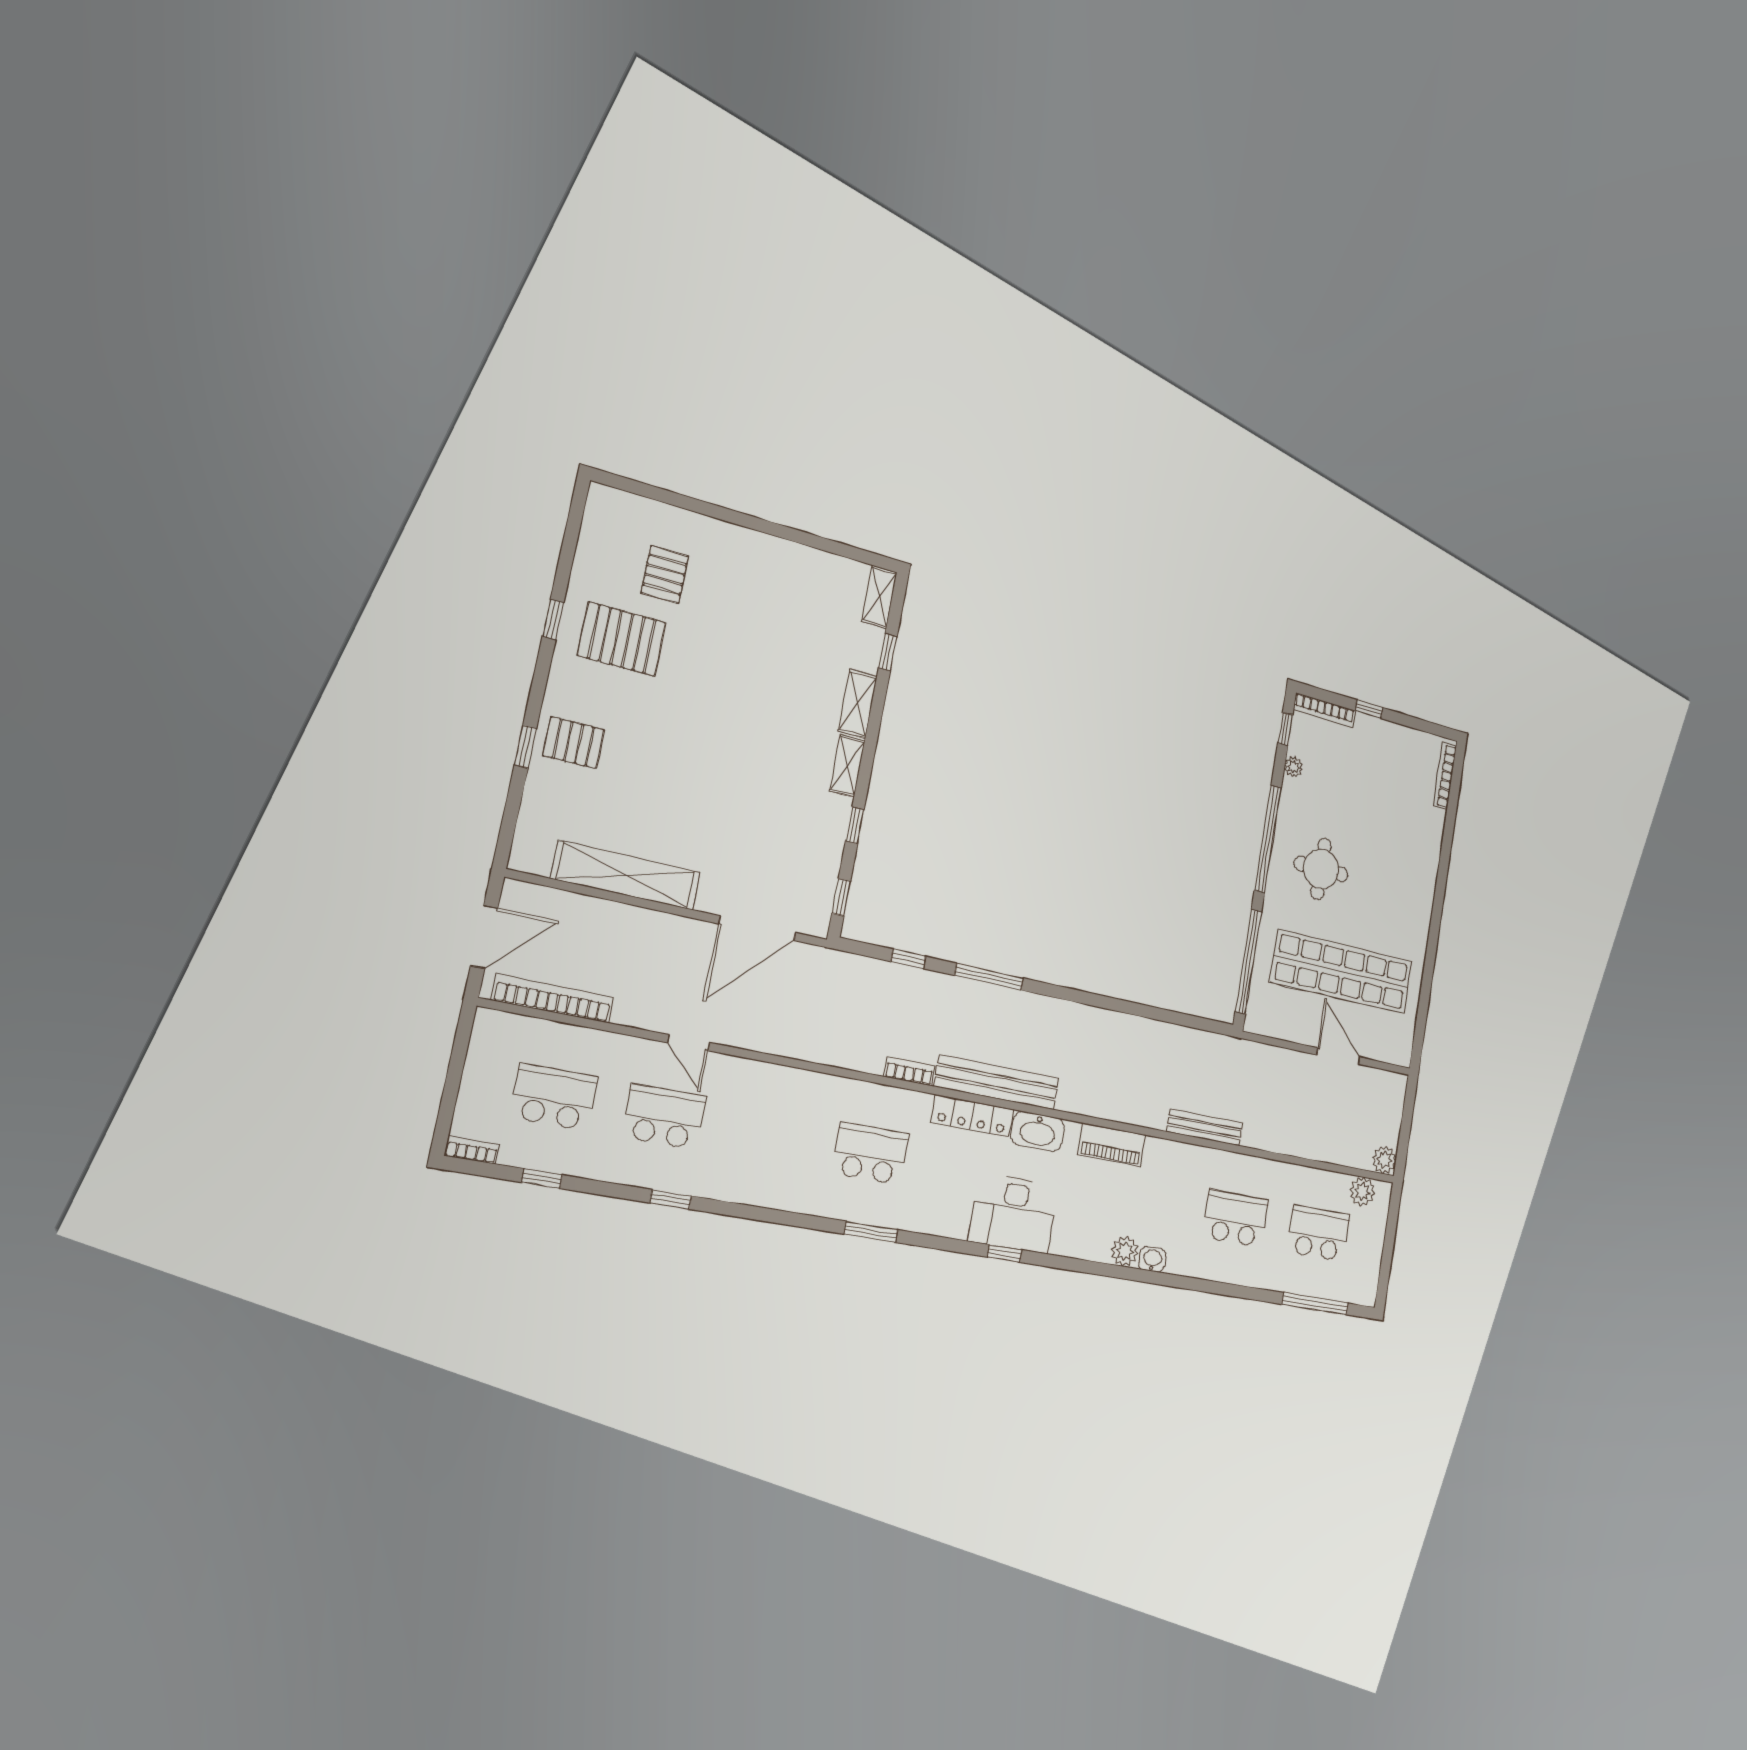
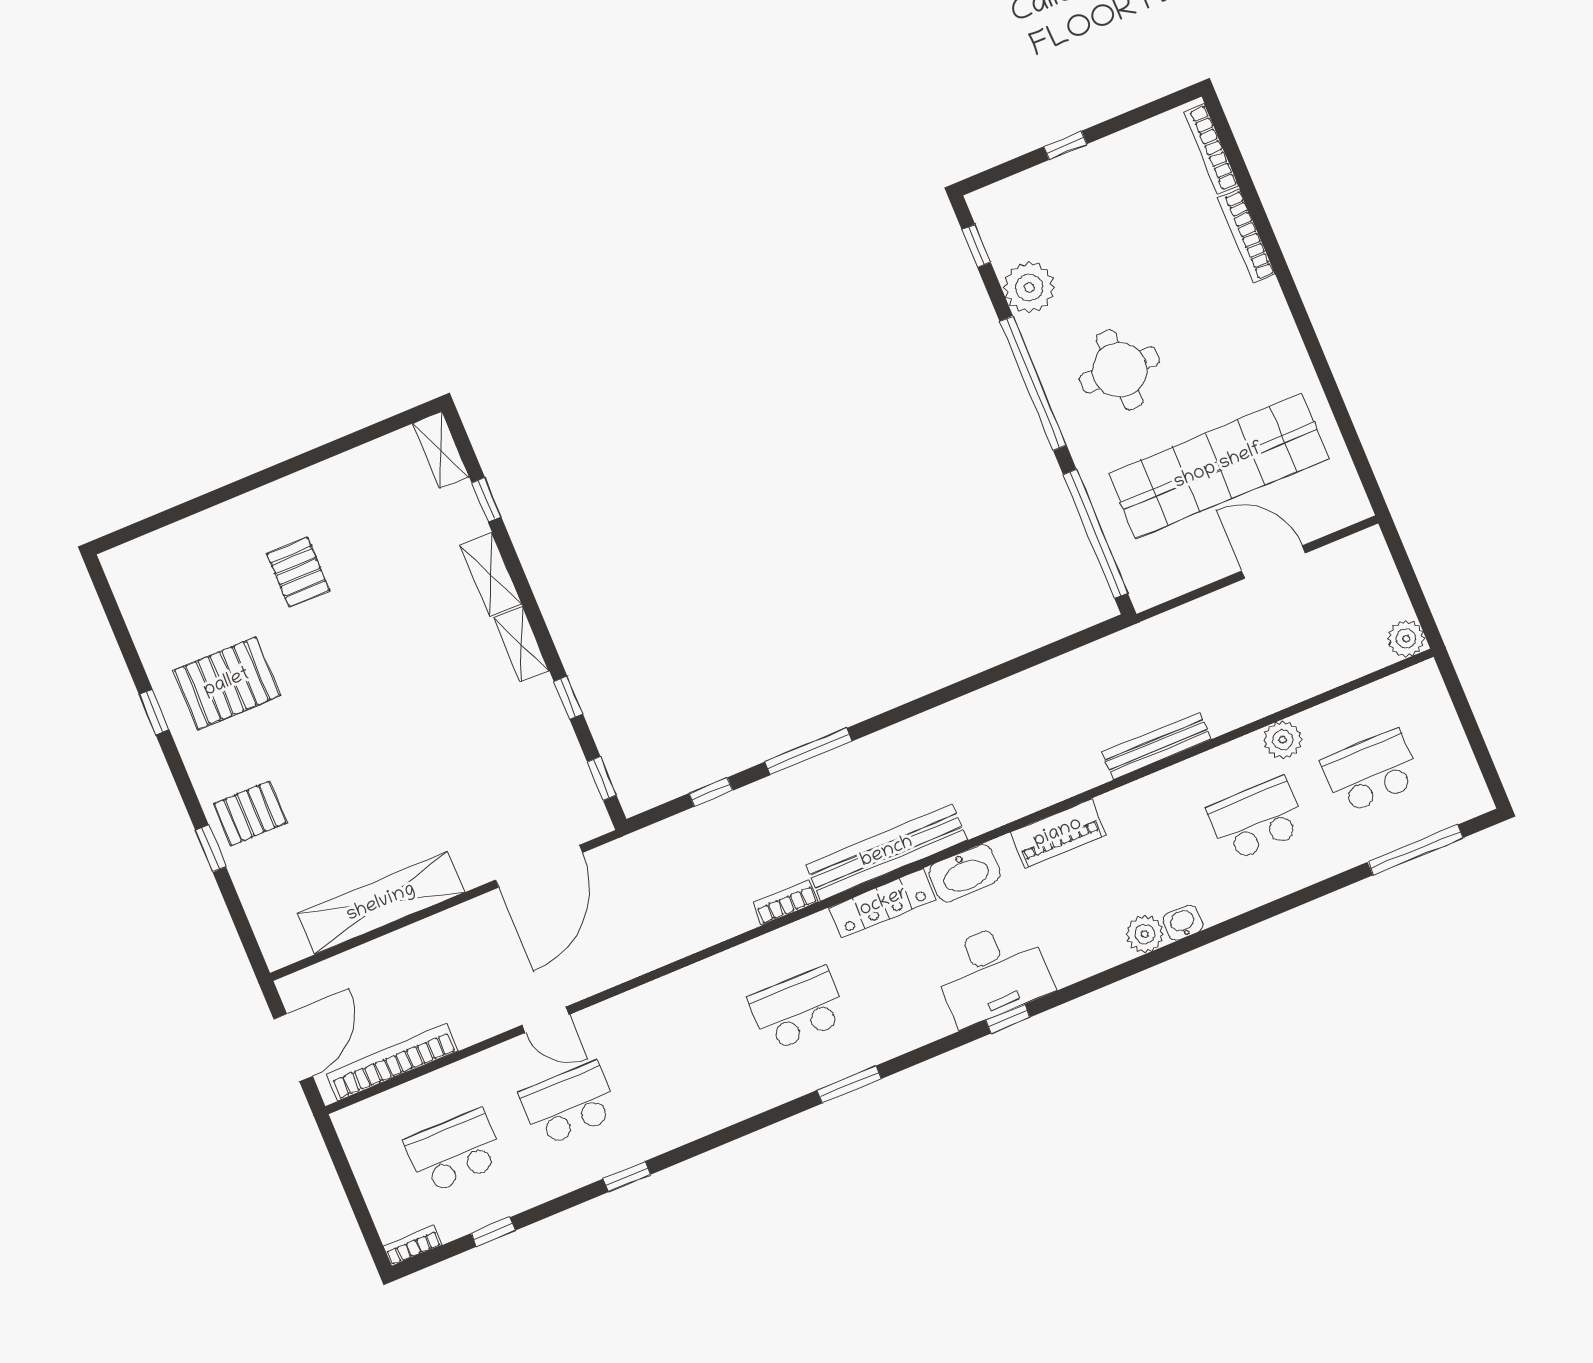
pallet: (665, 574) -> (298, 572), moved
bookcase: (1324, 710) -> (1247, 236), moved, turned 90
plant: (1294, 767) -> (1029, 287), width x1.88, depth x1.88
plant: (1362, 1192) -> (1283, 740), moved

